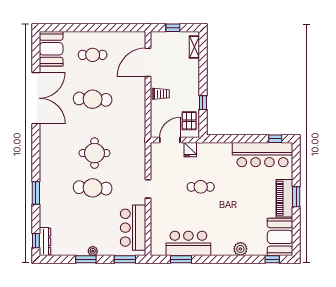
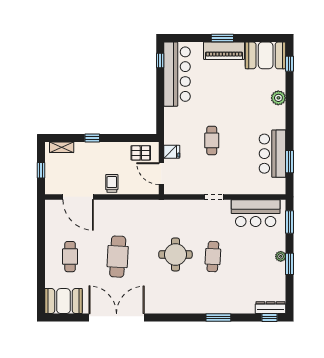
window: (203, 103) -> (92, 138), moved
cafe table: (93, 188) -> (213, 257), width x0.73, depth x0.74

